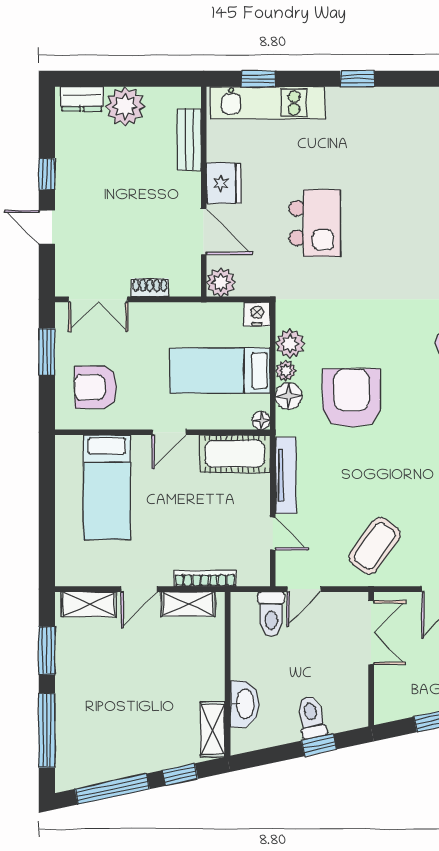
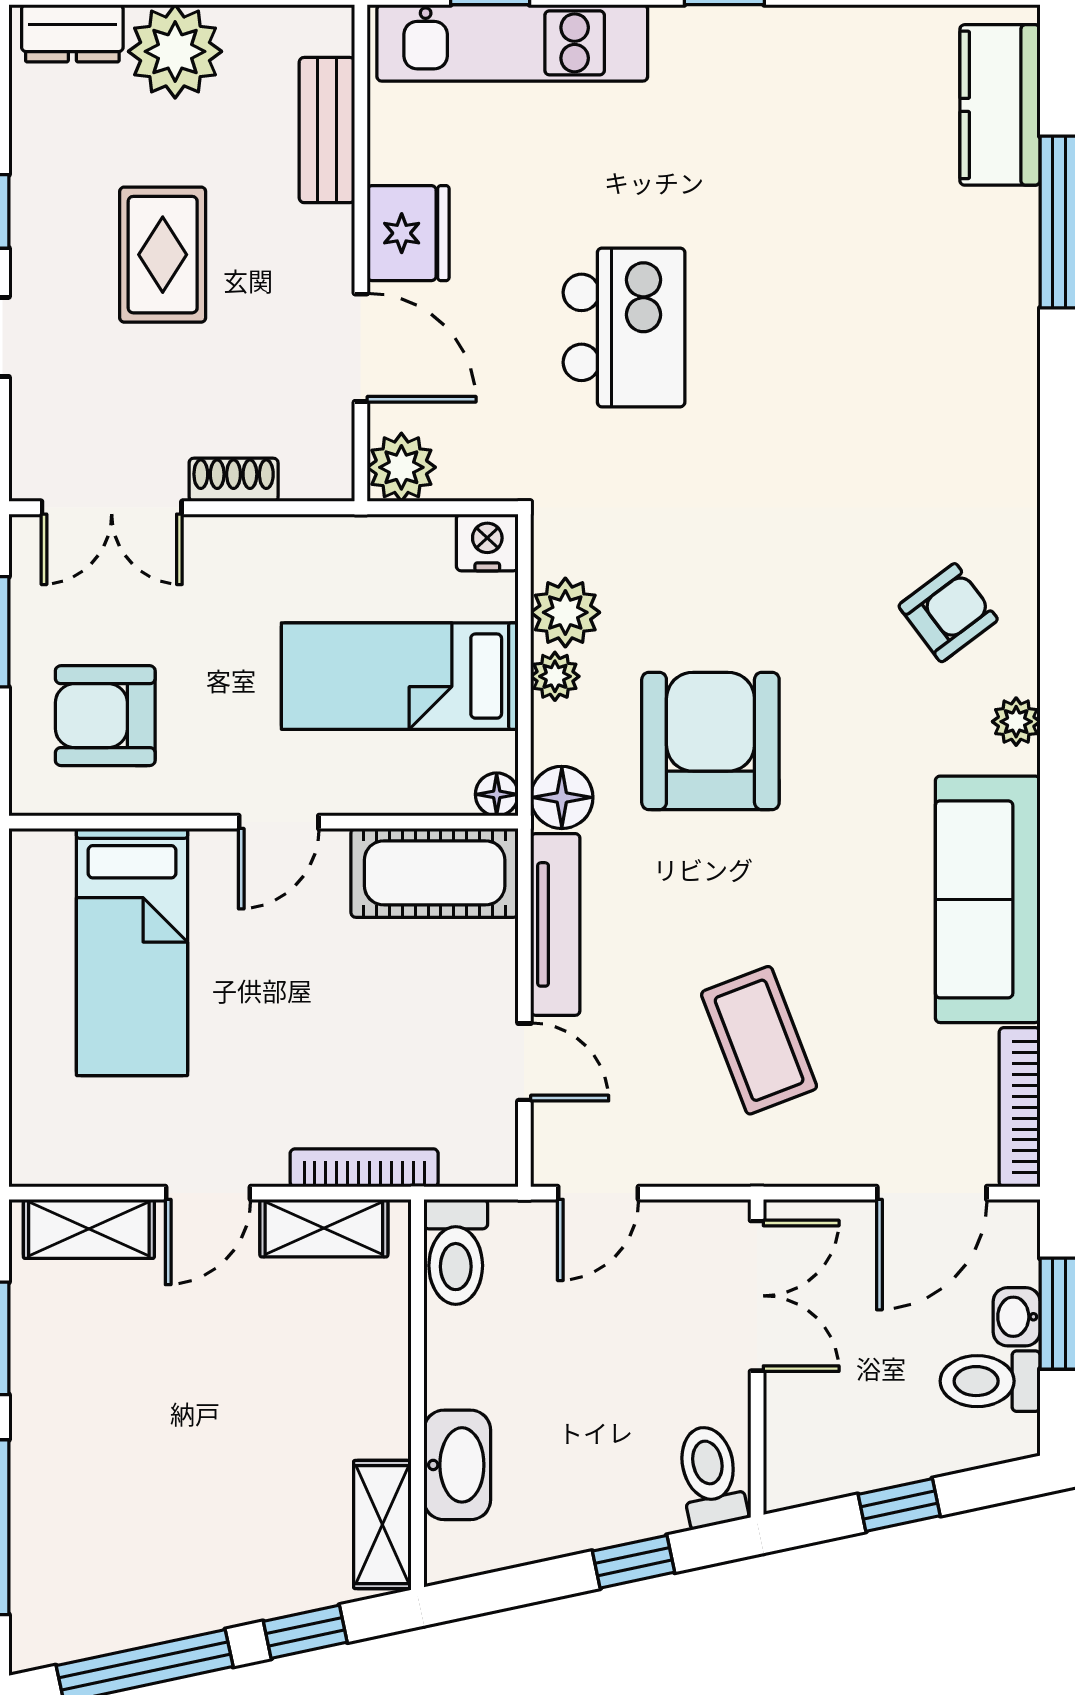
rug: (120, 192) -> (163, 255), added
floor lamp: (289, 396) -> (562, 797), moved
coffee table: (375, 546) -> (759, 1040), moved, turned -57
toilet: (271, 614) -> (456, 1252), moved
toilet: (312, 717) -> (710, 1476), moved

